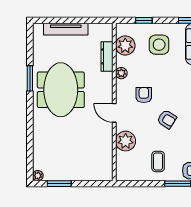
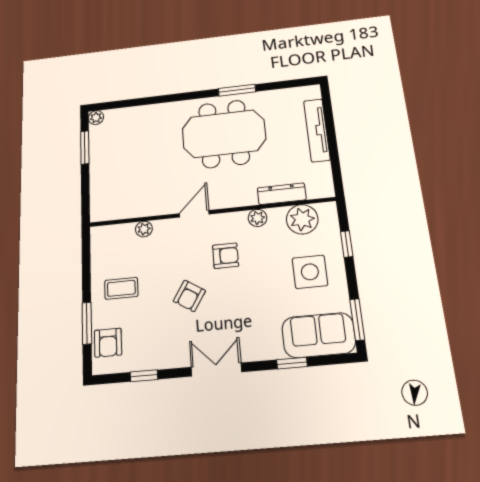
plant: (126, 141) -> (144, 229), width x0.53, depth x0.53

